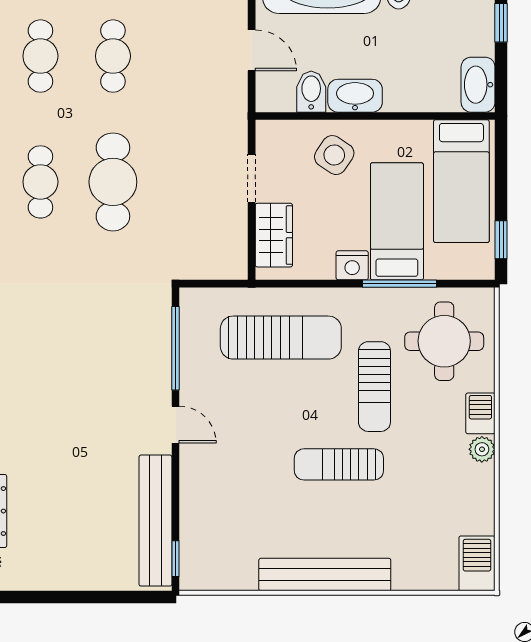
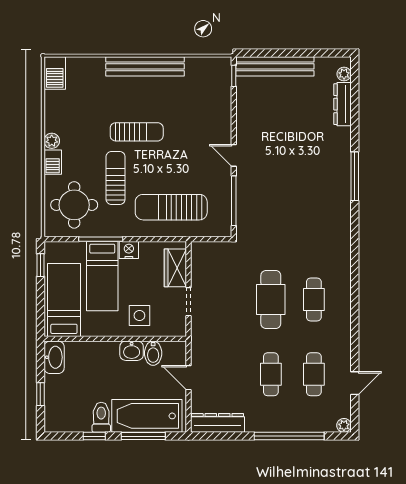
washbasin: (355, 96) -> (132, 351), width x0.72
side table: (334, 155) -> (139, 315), turned -34
bench: (155, 521) -> (275, 66), moved, turned 90

